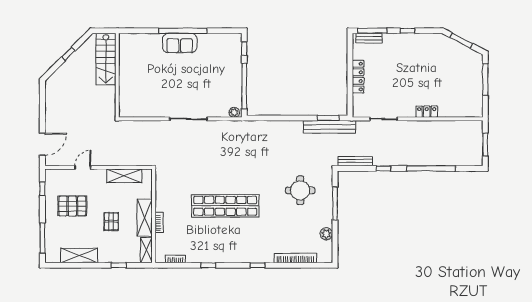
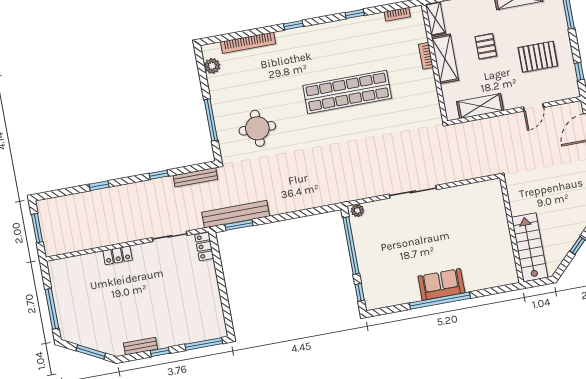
bench: (369, 38) -> (140, 346), moved
locker: (358, 77) -> (204, 246), moved, width x0.66
window: (431, 168) -> (99, 186), width x0.32
plant: (326, 234) -> (212, 66), moved

